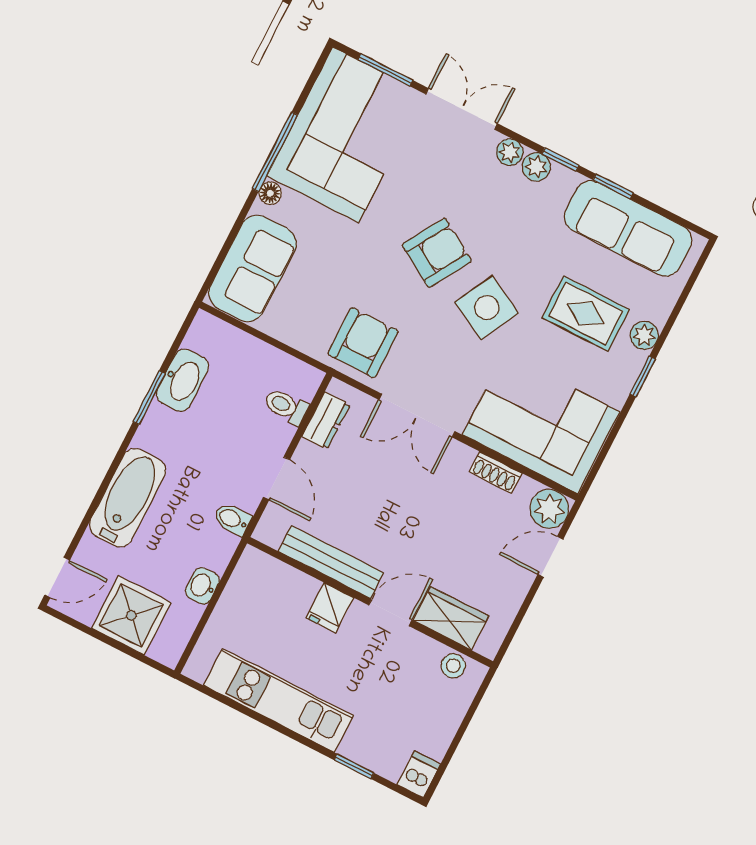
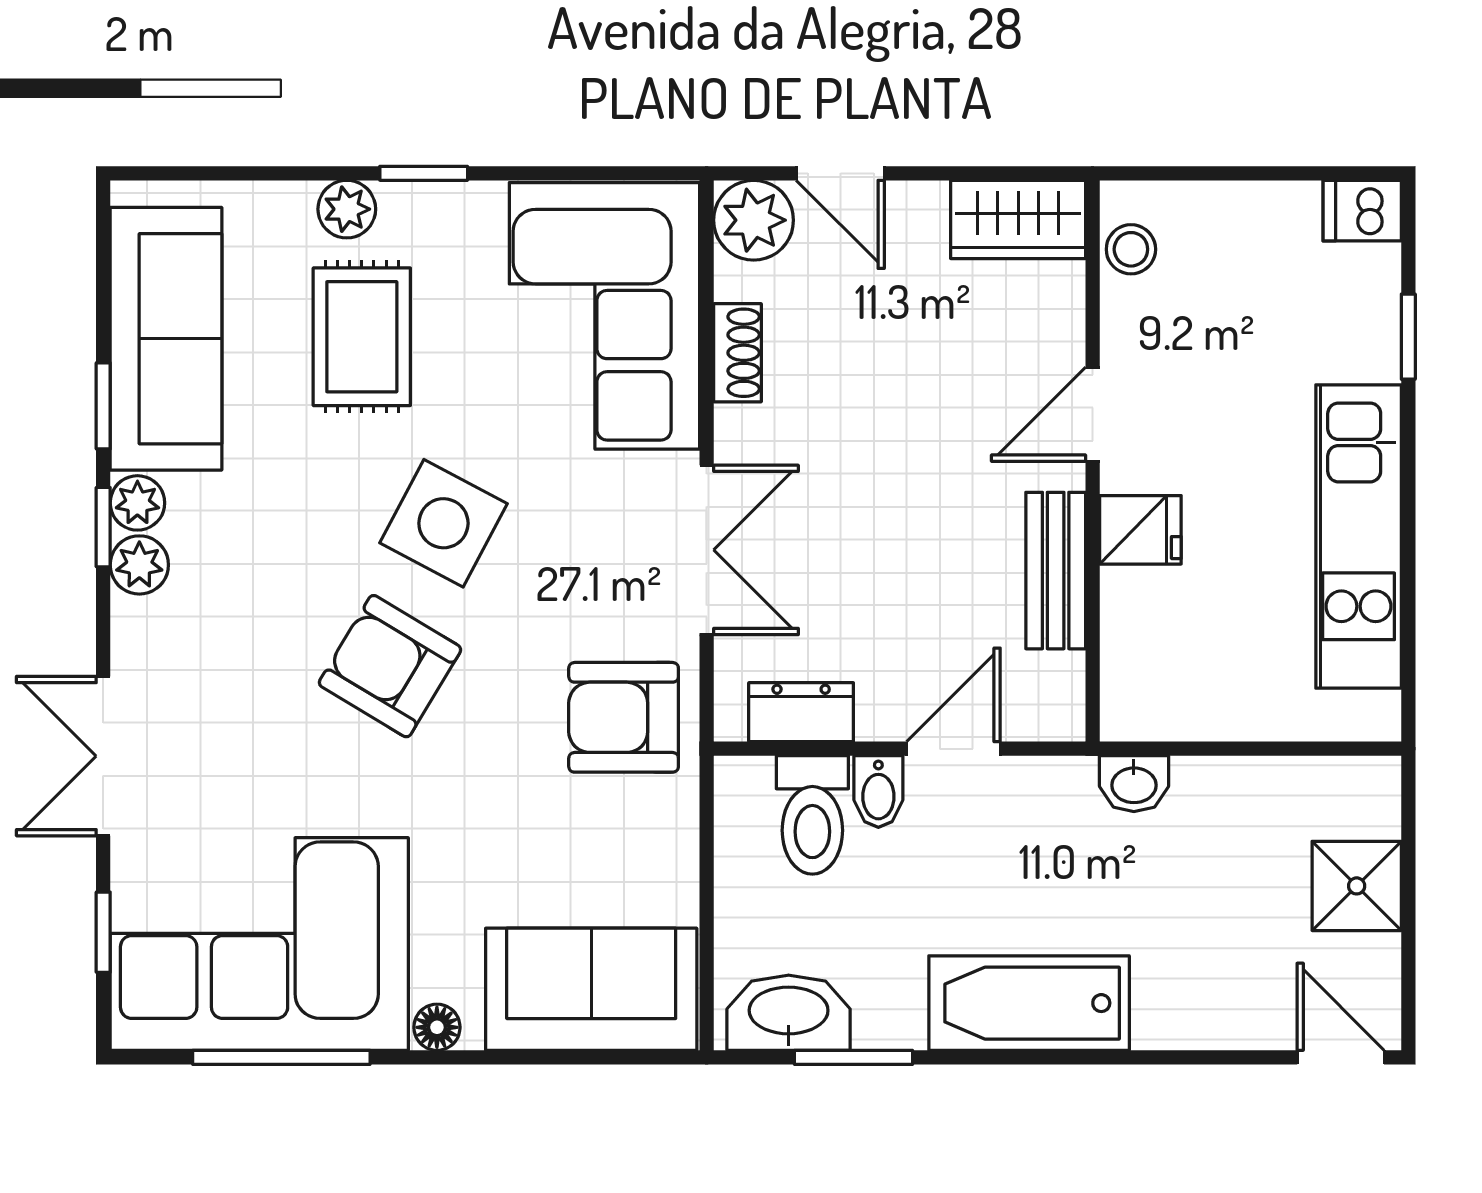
window: (385, 70) -> (103, 932), width x0.67
window: (275, 152) -> (281, 1057), moved
plant: (510, 152) -> (137, 503), moved
washbasin: (182, 380) -> (789, 1013), moved
window: (149, 398) -> (854, 1057), moved
toilet: (286, 406) -> (812, 815), width x1.37, depth x1.39
bathtub: (128, 498) -> (1029, 1003), moved
bidet: (232, 519) -> (878, 792), moved
bench: (331, 562) -> (1056, 571), width x0.73
washbasin: (202, 586) -> (1134, 784), moved
door: (390, 613) -> (1093, 414), hinge flipped
shower: (131, 615) -> (1357, 886), width x0.73, depth x0.73
wardrobe: (451, 618) -> (1018, 219), moved, turned -90

